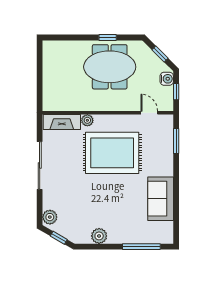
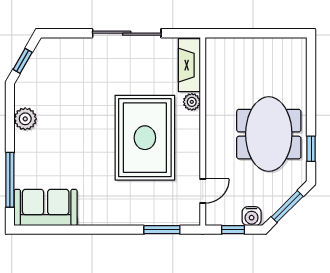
window: (108, 37) -> (311, 149), moved
window: (160, 54) -> (287, 207), width x1.50
sofa: (161, 199) -> (46, 207), moved
plant: (50, 217) -> (52, 48), removed

